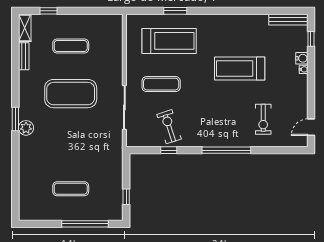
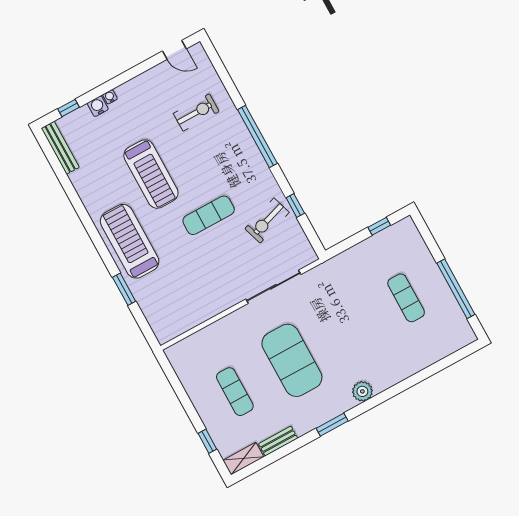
treadmill: (169, 41) -> (130, 241), moved
exercise mat: (161, 84) -> (209, 215), moved, turned 90
window: (15, 119) -> (332, 425), moved
window: (85, 224) -> (456, 289), moved

